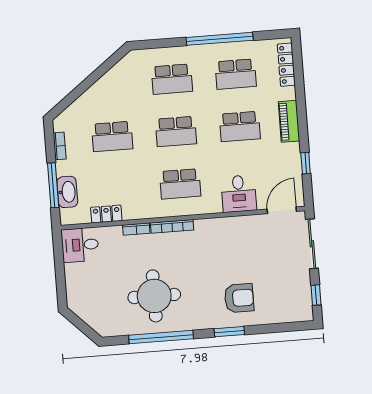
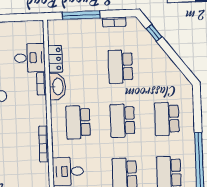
window: (71, 98) -> (154, 33), added
washbasin: (67, 192) -> (57, 87), moved, turned -90
bookcase: (172, 226) -> (44, 144), moved
desk: (80, 245) -> (30, 58), moved, turned 90

